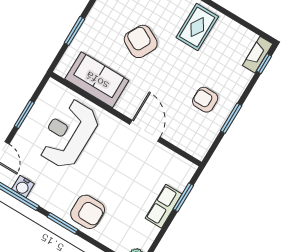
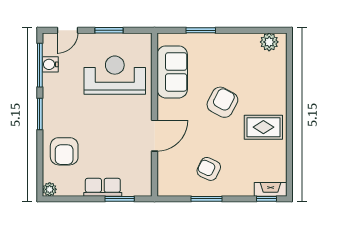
armchair: (141, 41) -> (222, 102), moved
armchair: (205, 100) -> (209, 169), turned -65
armchair: (88, 212) -> (64, 151), moved

